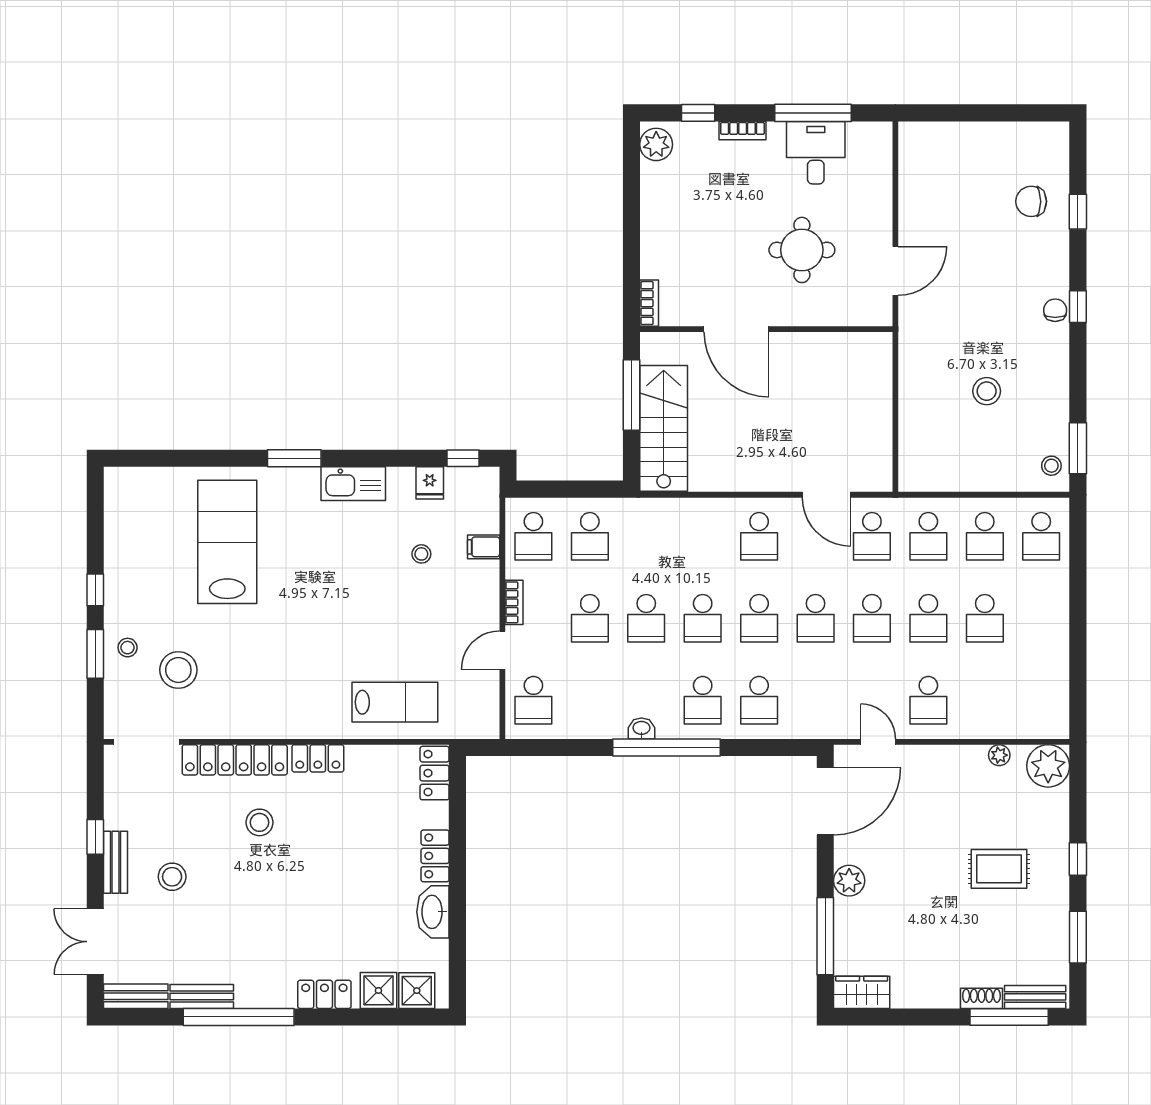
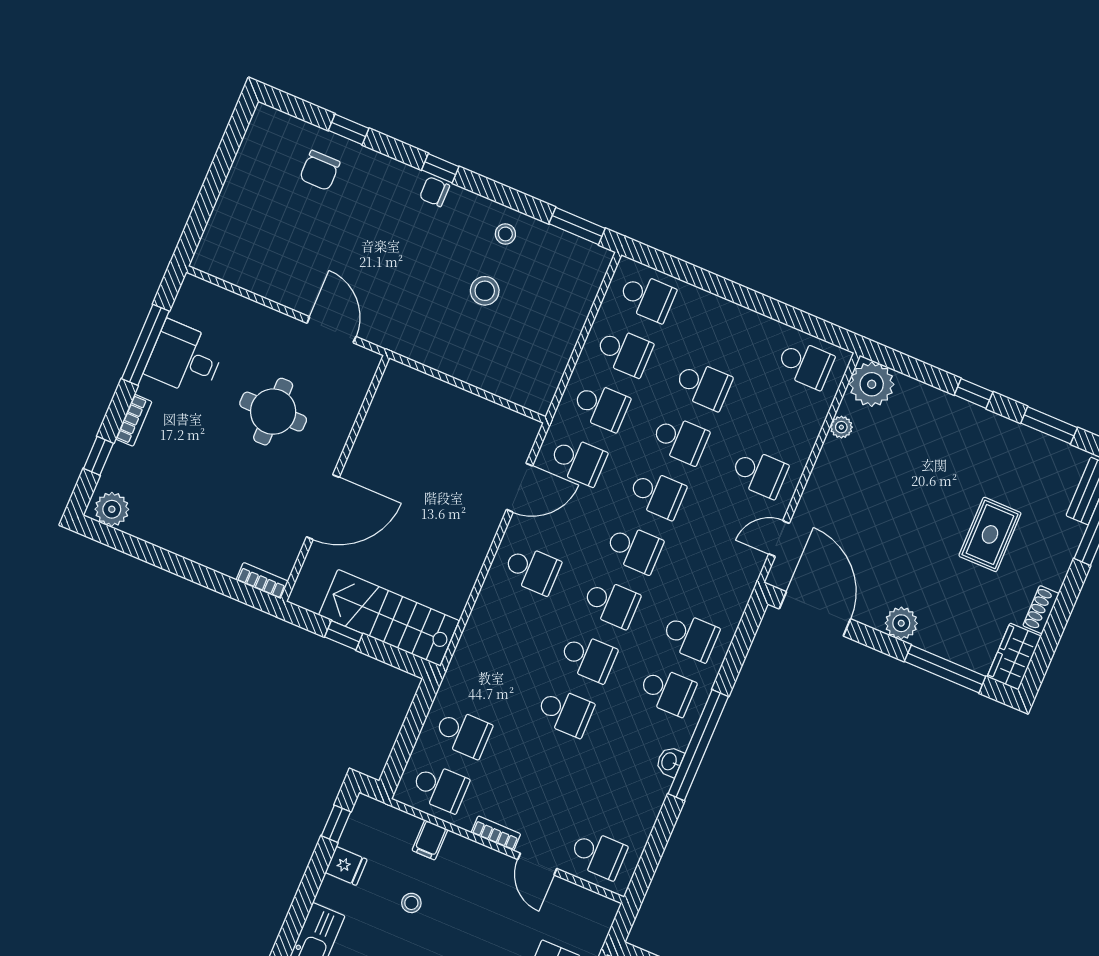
window: (631, 395) -> (344, 635), width x0.46
stool: (1051, 466) -> (505, 234), moved
school desk: (590, 618) -> (805, 364), moved
rug: (999, 869) -> (990, 534), moved
shoe rack: (982, 998) -> (1041, 610), moved

